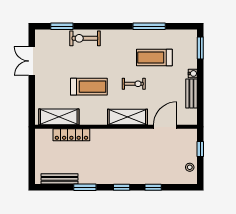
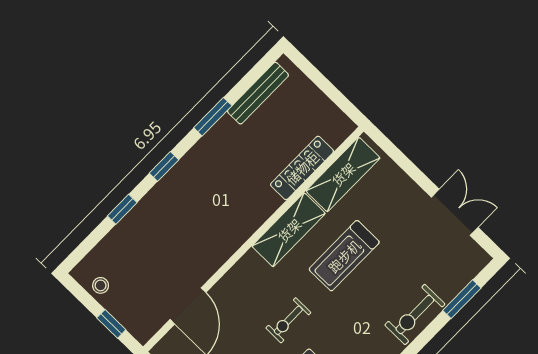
exercise bike: (85, 38) -> (415, 315), turned 180
shelving: (127, 117) -> (289, 230), moved

